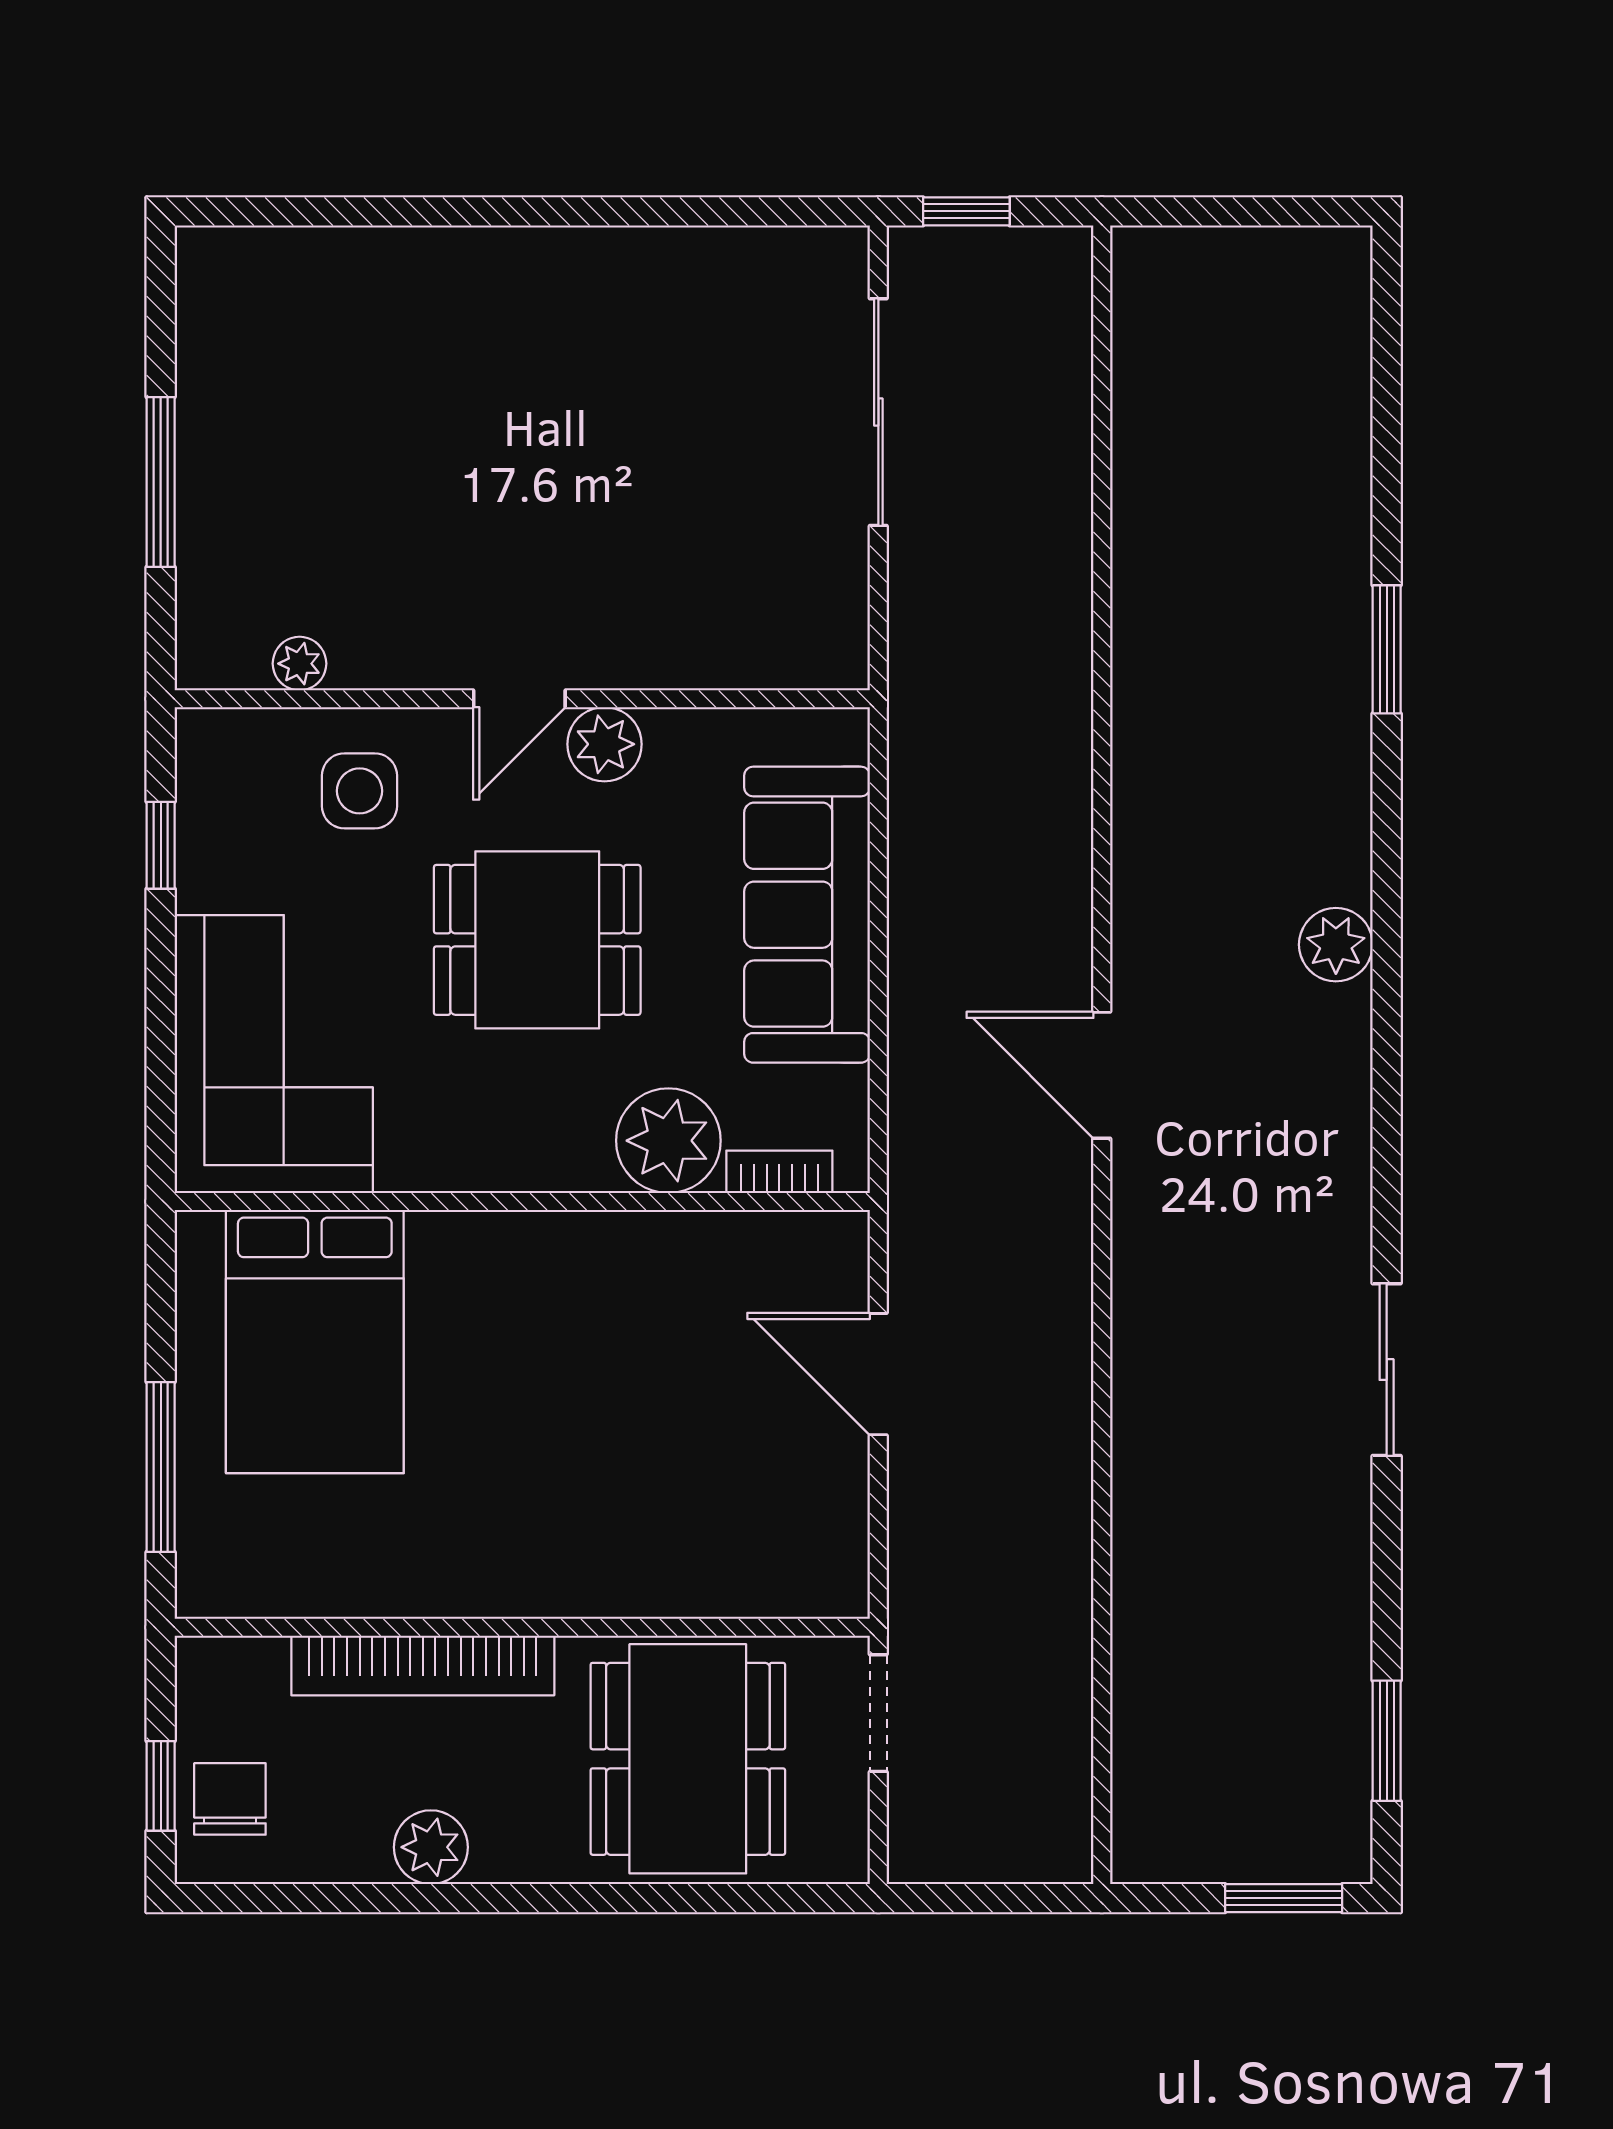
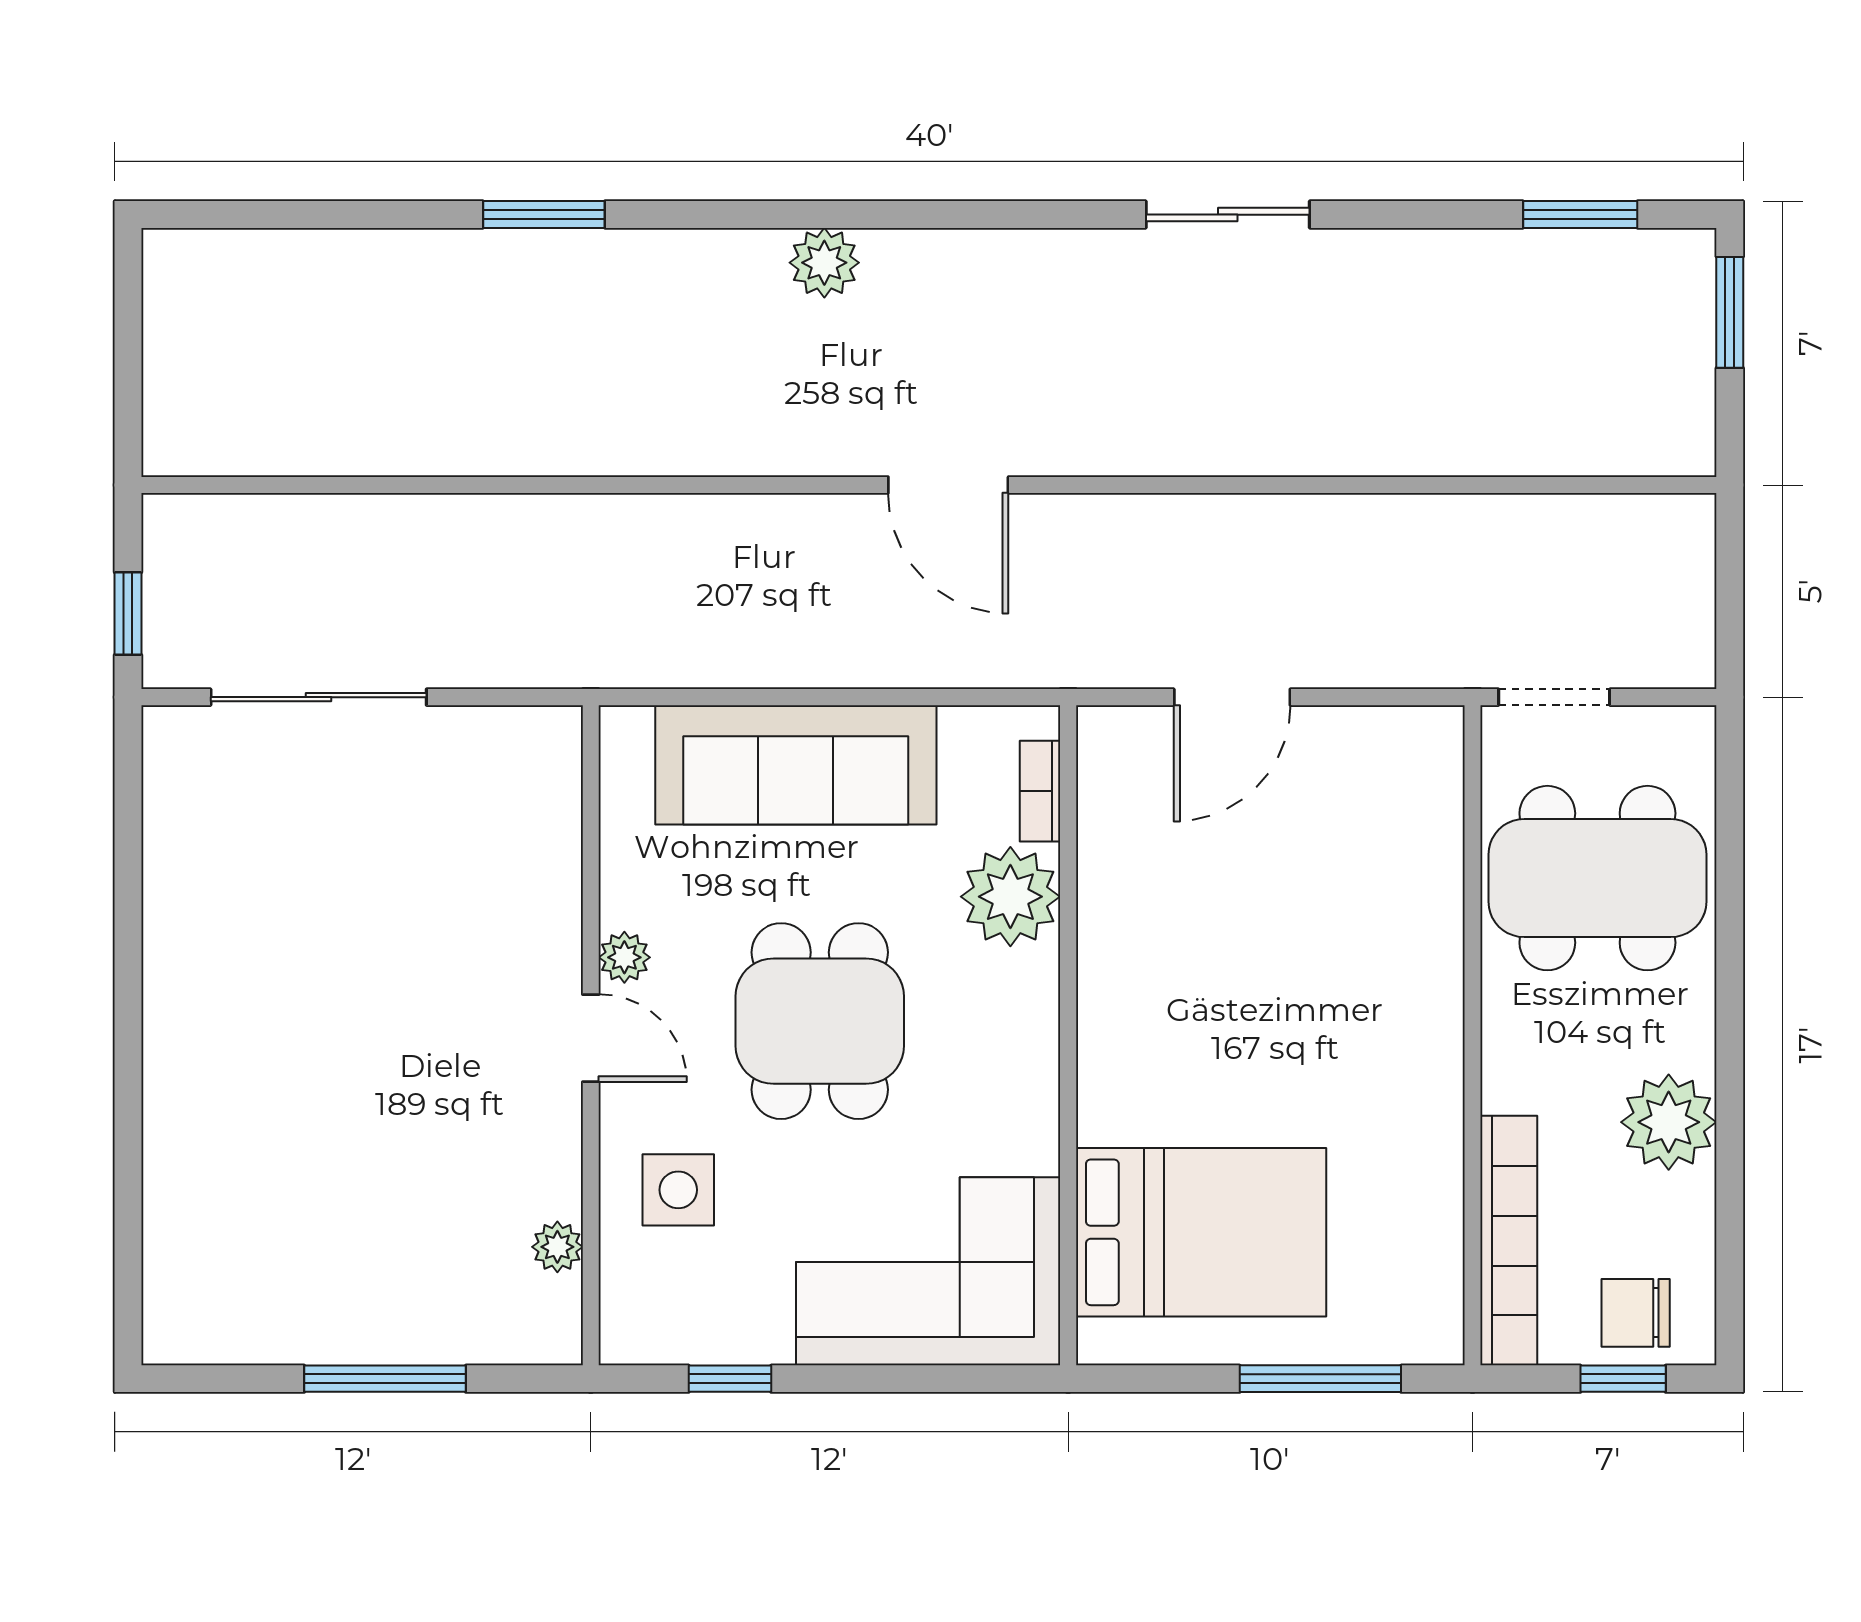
plant: (604, 744) -> (624, 957), width x0.73, depth x0.73
door: (1102, 1075) -> (948, 485), hinge flipped
bookcase: (423, 1665) -> (1509, 1241), moved
plant: (431, 1847) -> (1669, 1122), width x1.36, depth x1.36

